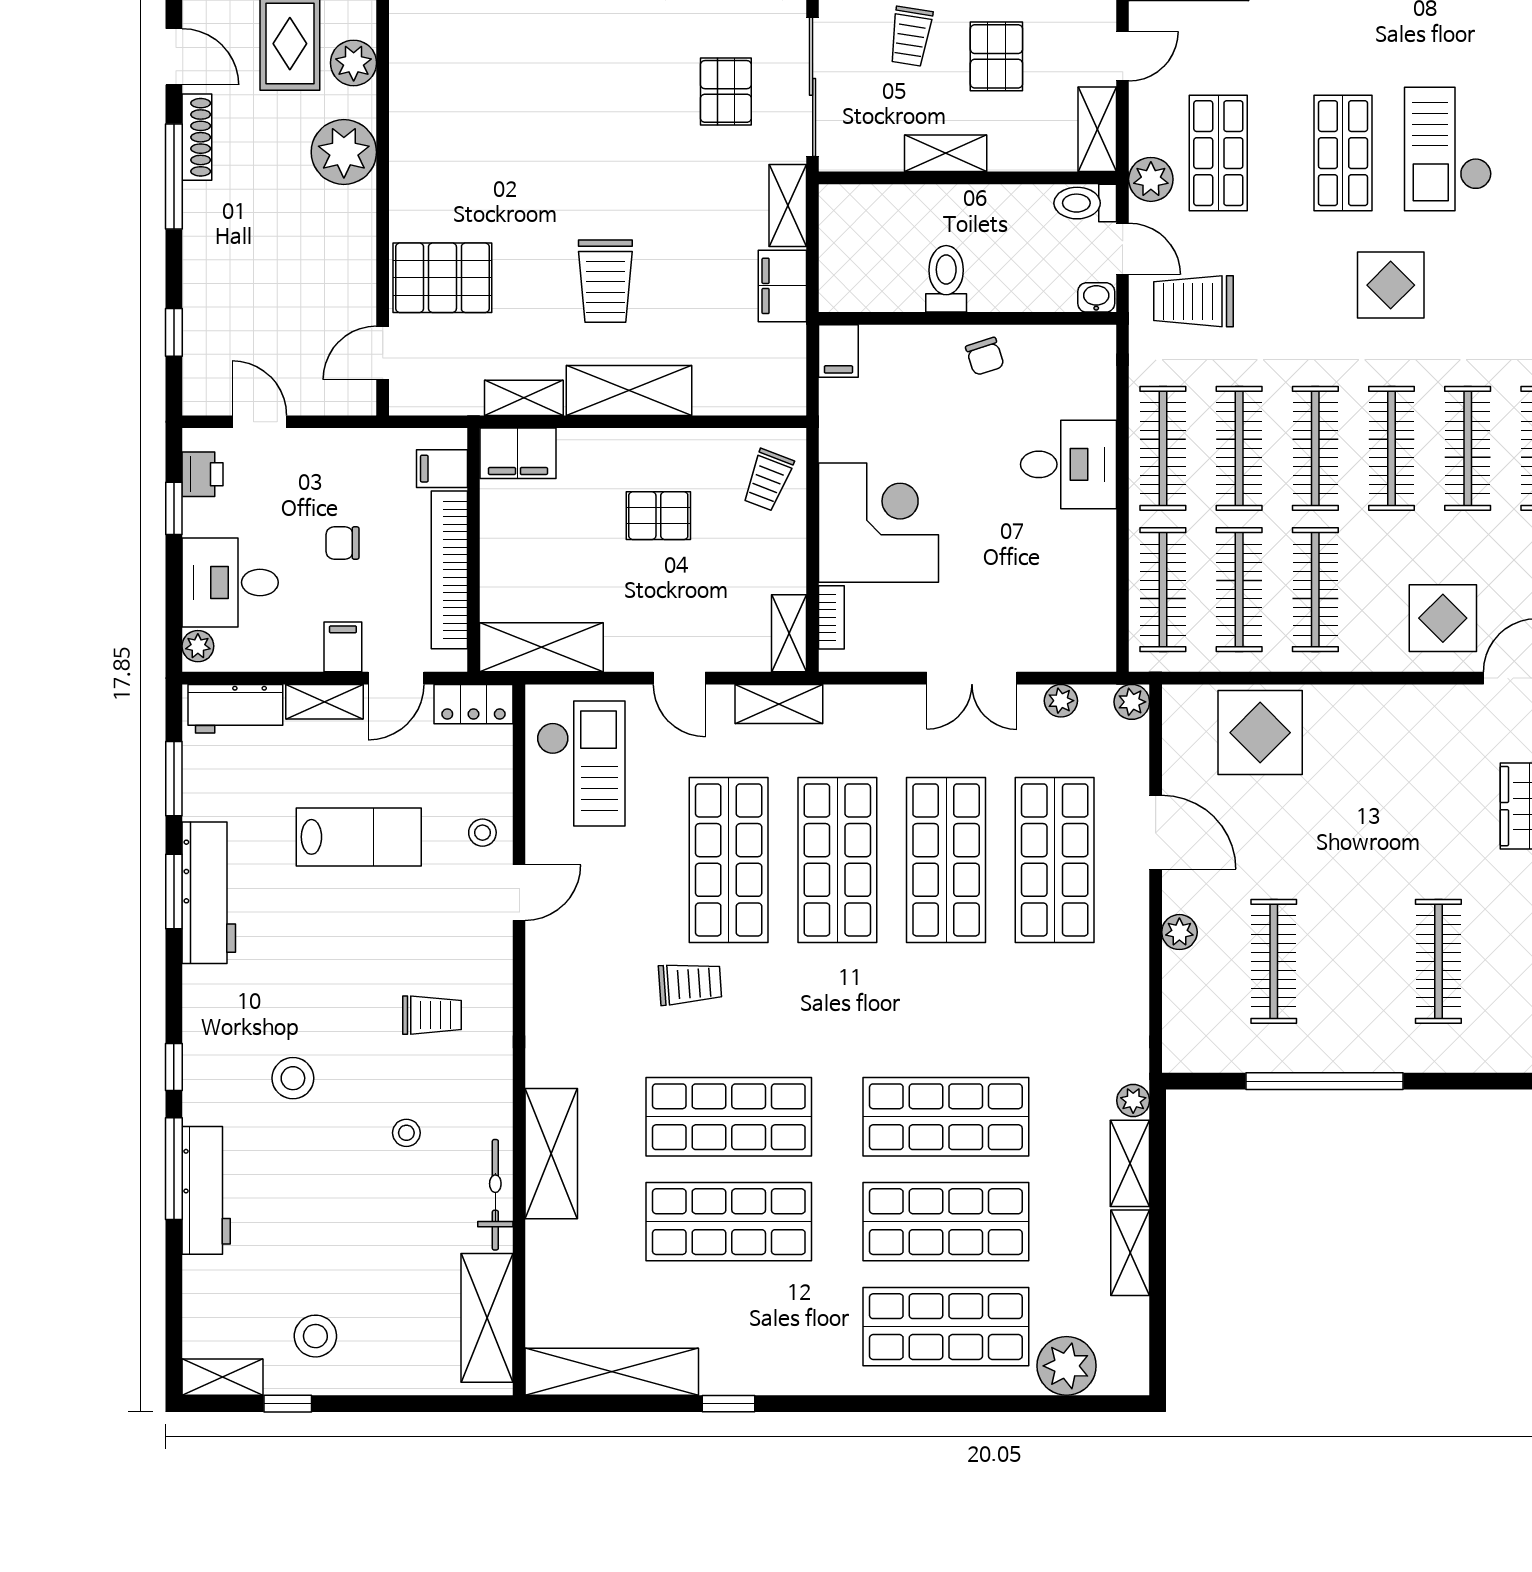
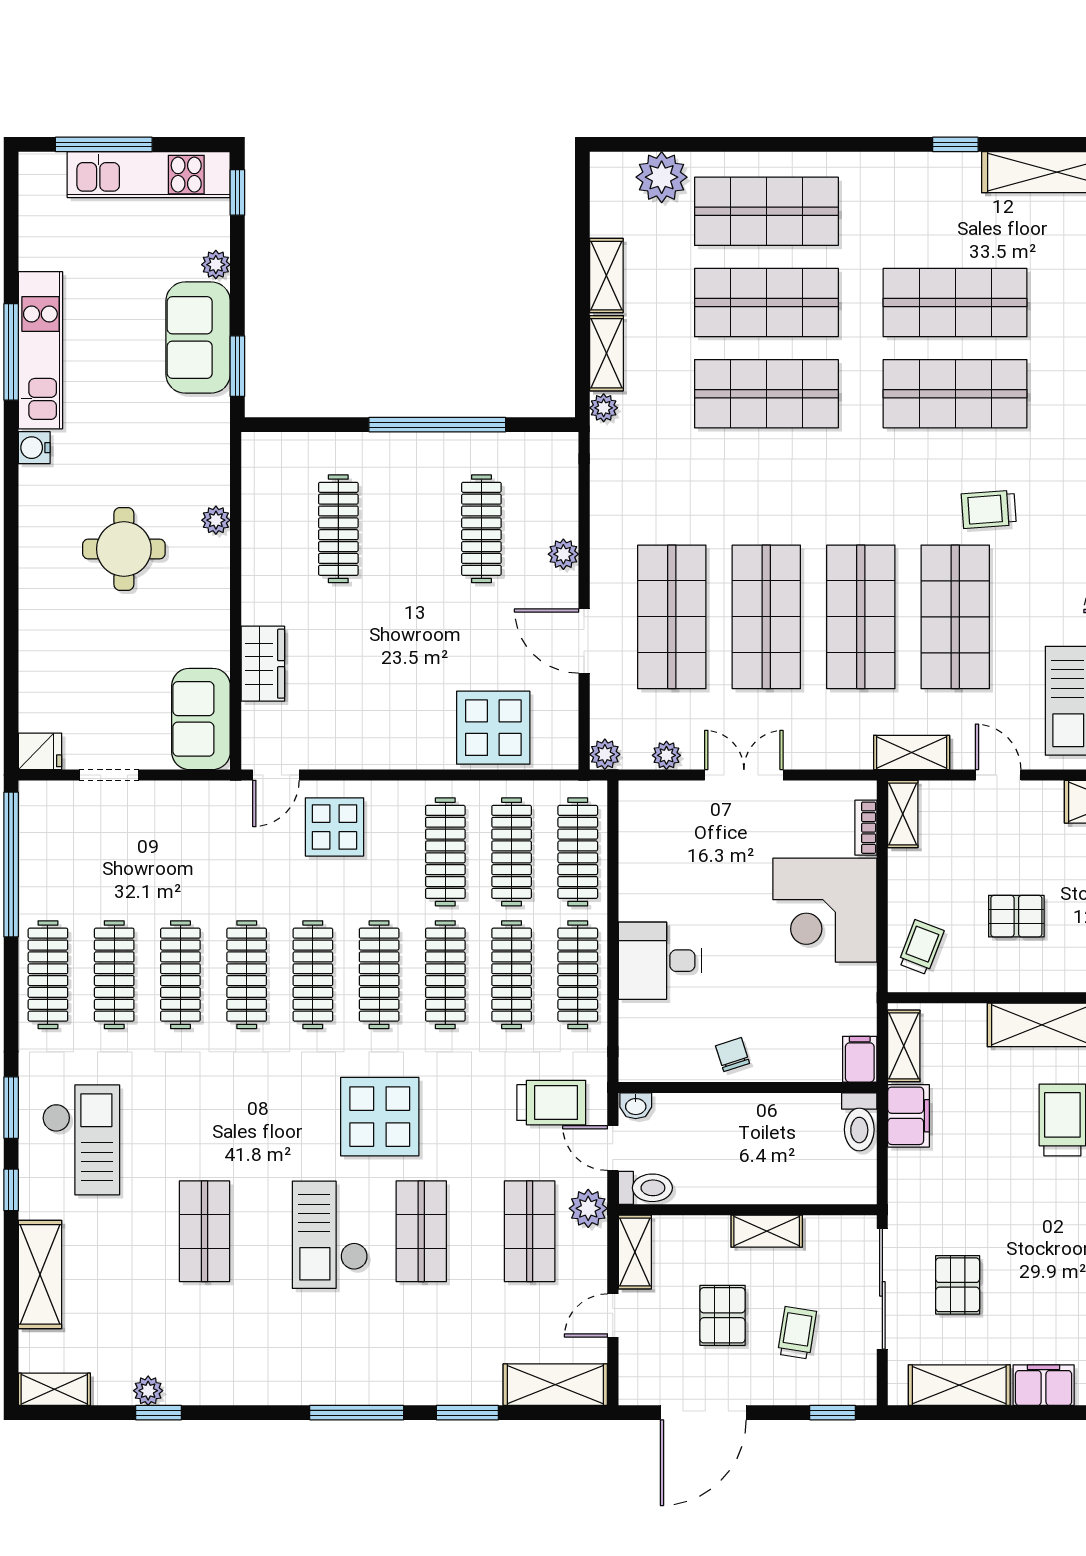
checkout: (1448, 149) -> (330, 1235), turned 180
shelving: (788, 206) -> (904, 1046), moved
toilet: (946, 279) -> (859, 1122), moved
display table: (1391, 285) -> (380, 1117), width x1.36, depth x1.36

